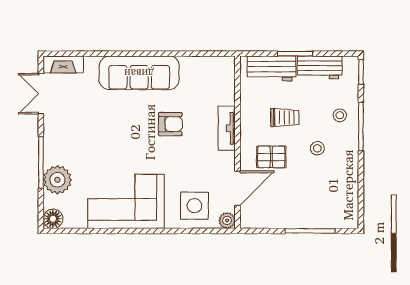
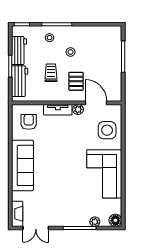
armchair: (170, 124) -> (29, 122), moved
plant: (57, 180) -> (95, 222), width x0.53, depth x0.53
plant: (227, 220) -> (78, 109), moved

